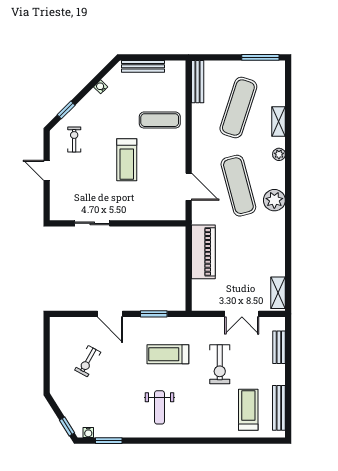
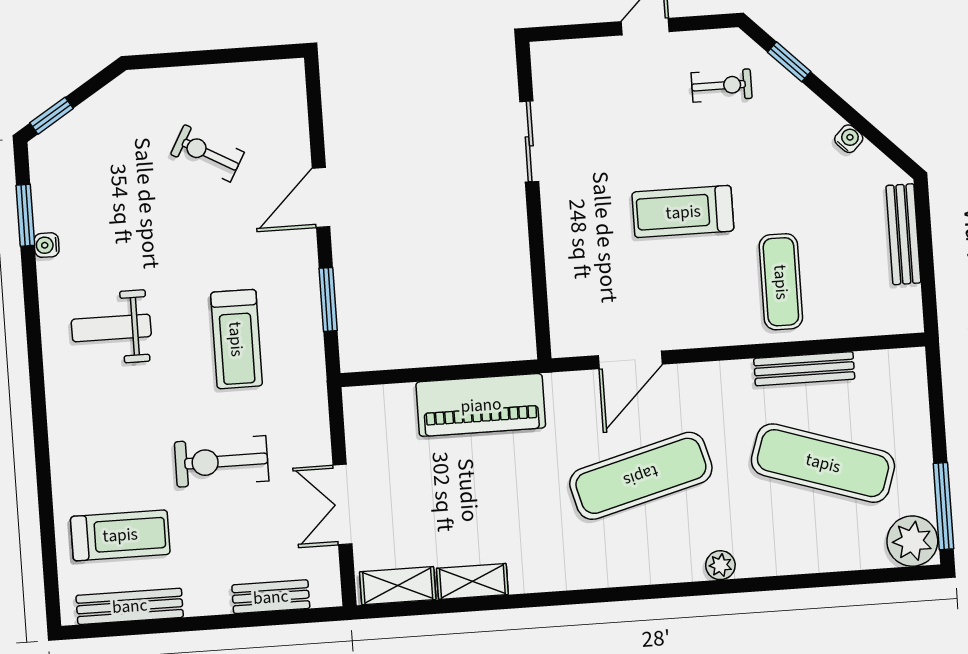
bench: (198, 82) -> (804, 369), moved
shelving: (278, 121) -> (472, 581), moved
plant: (274, 200) -> (912, 541), moved
treadmill: (168, 354) -> (236, 339), turned 180
water cooler: (88, 433) -> (47, 245), moved

